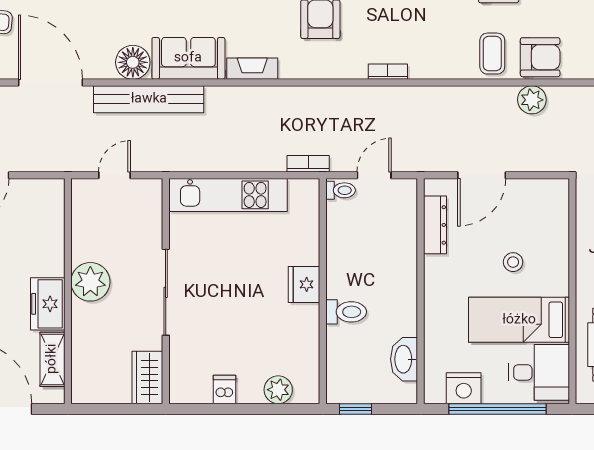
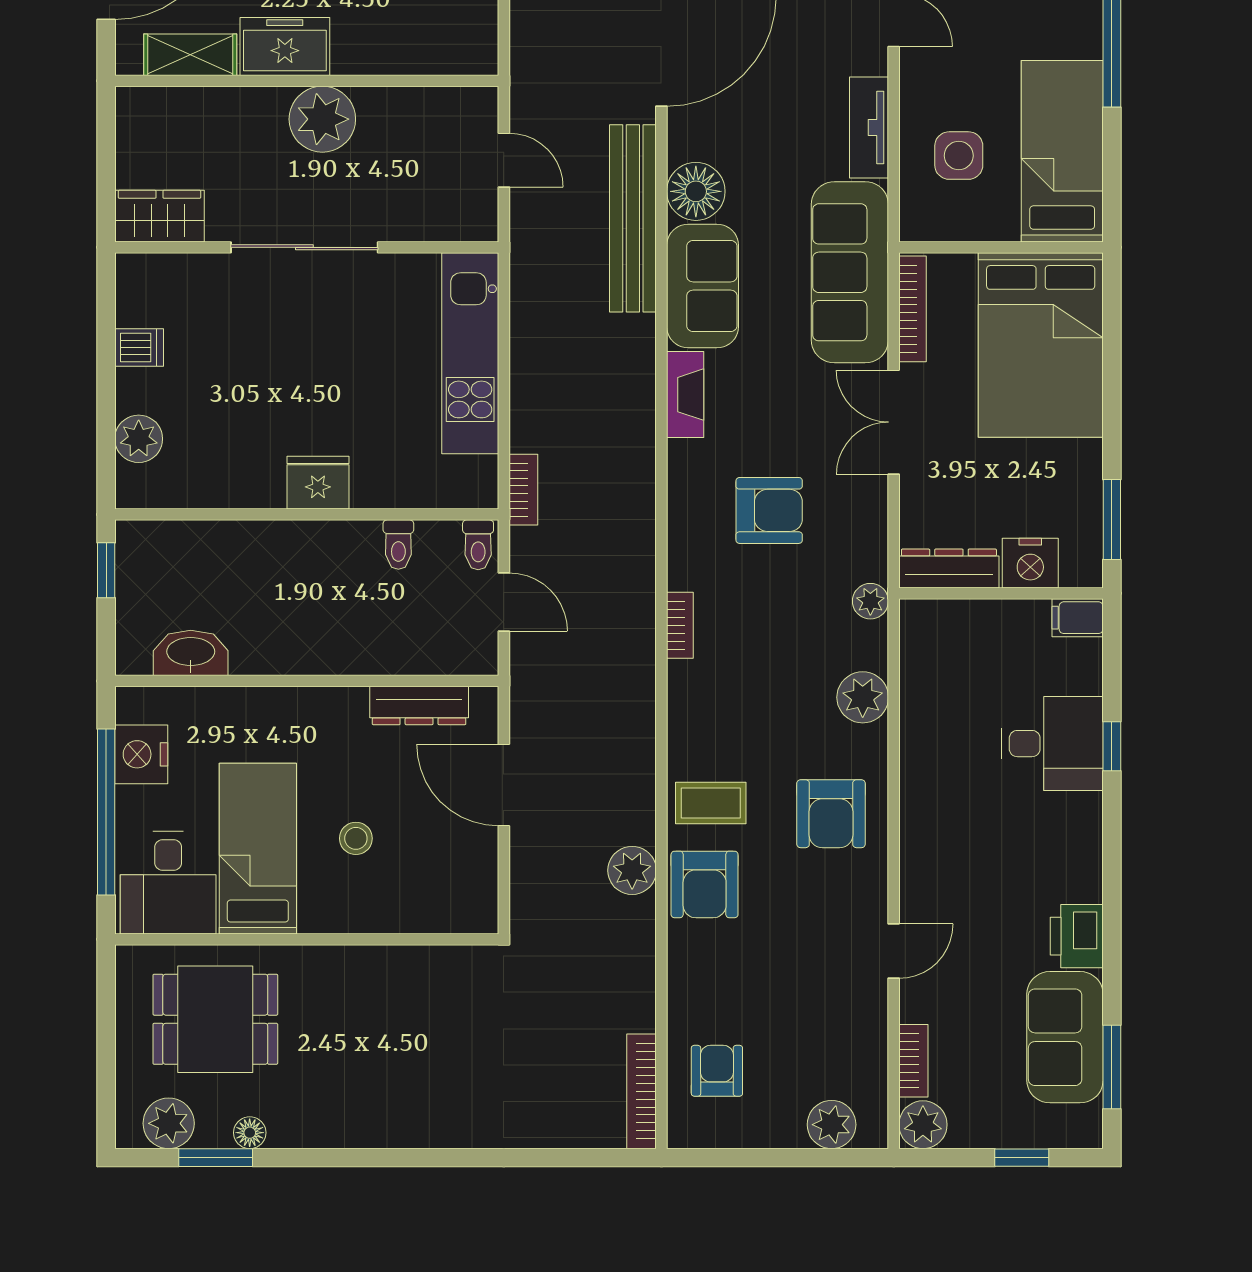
toilet: (346, 312) -> (398, 545), moved, width x0.73, depth x0.72

